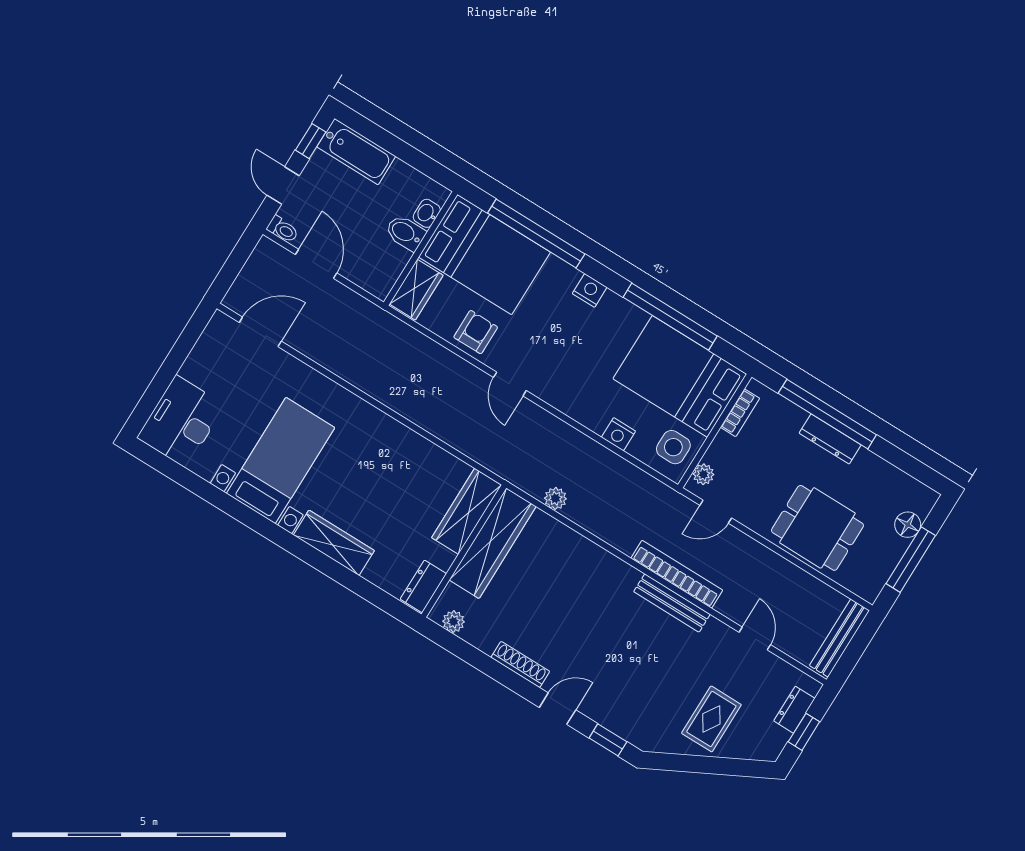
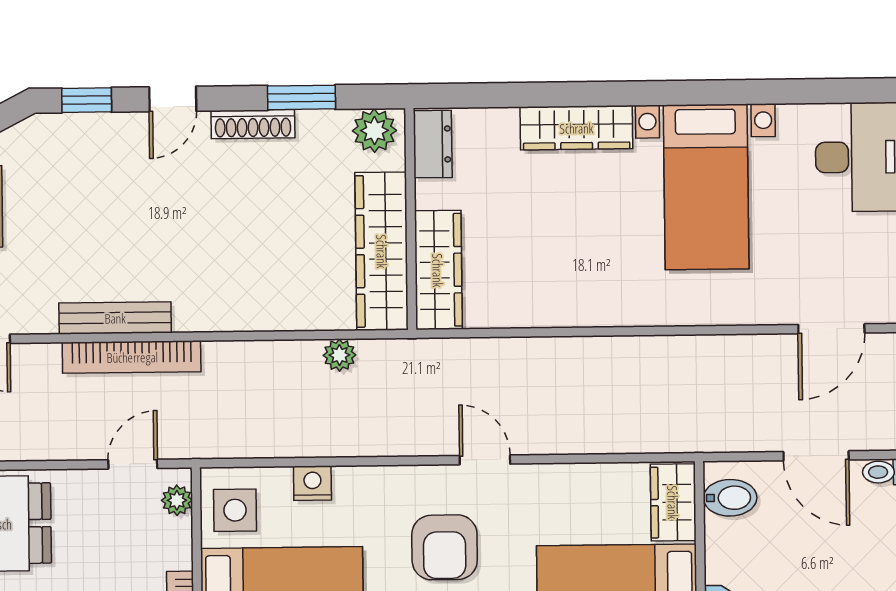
bidet: (405, 233) -> (730, 498), moved
armchair: (476, 332) -> (445, 547), moved, width x1.38, depth x1.38
plant: (454, 622) -> (374, 131), width x1.38, depth x1.38
window: (482, 662) -> (301, 97), added

